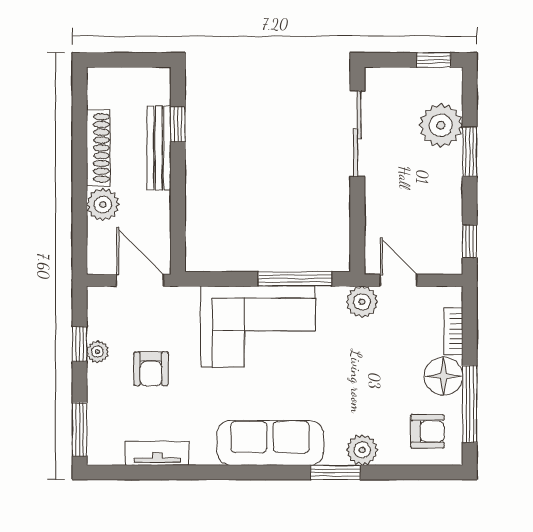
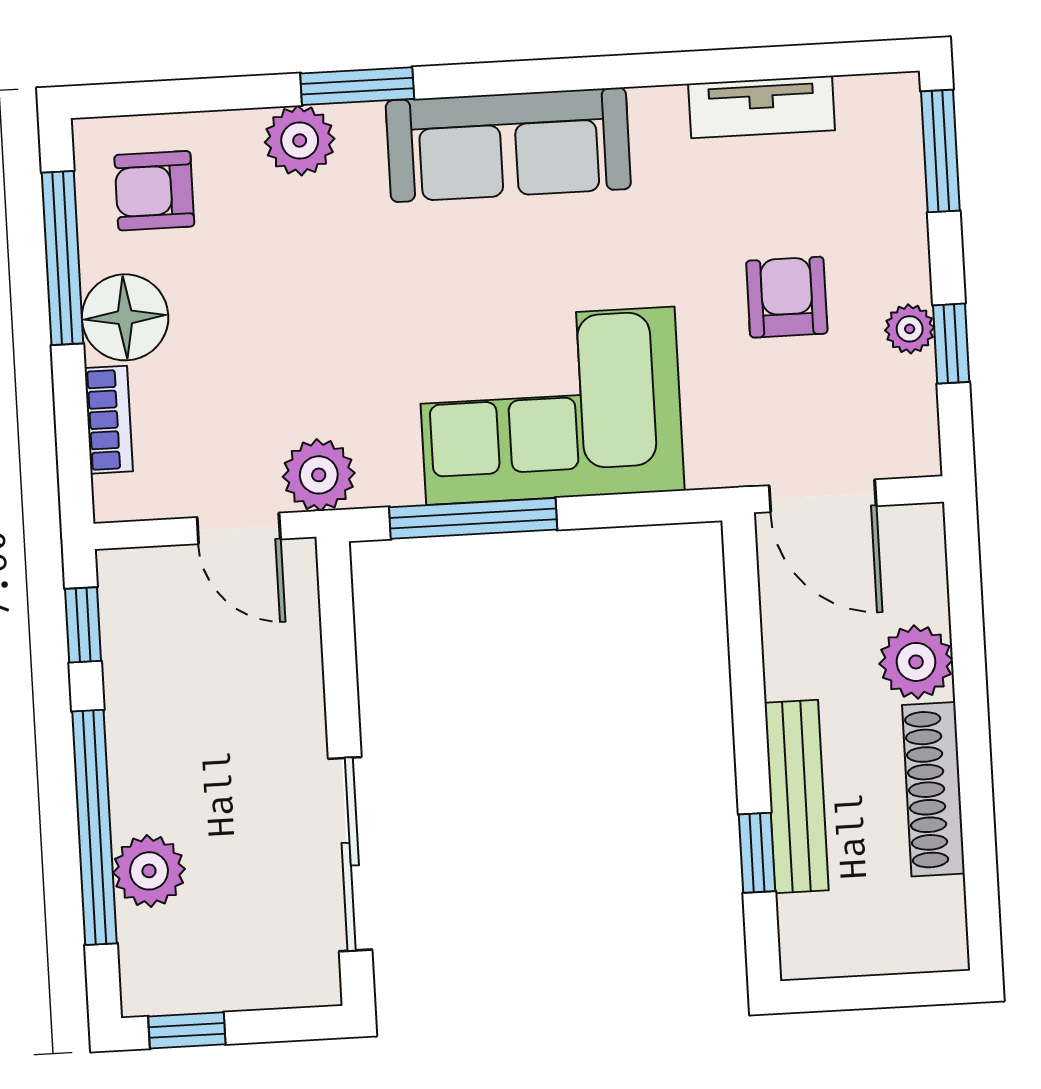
plant: (441, 125) -> (149, 871), width x0.73, depth x0.73
window: (470, 152) -> (94, 827), width x2.11

